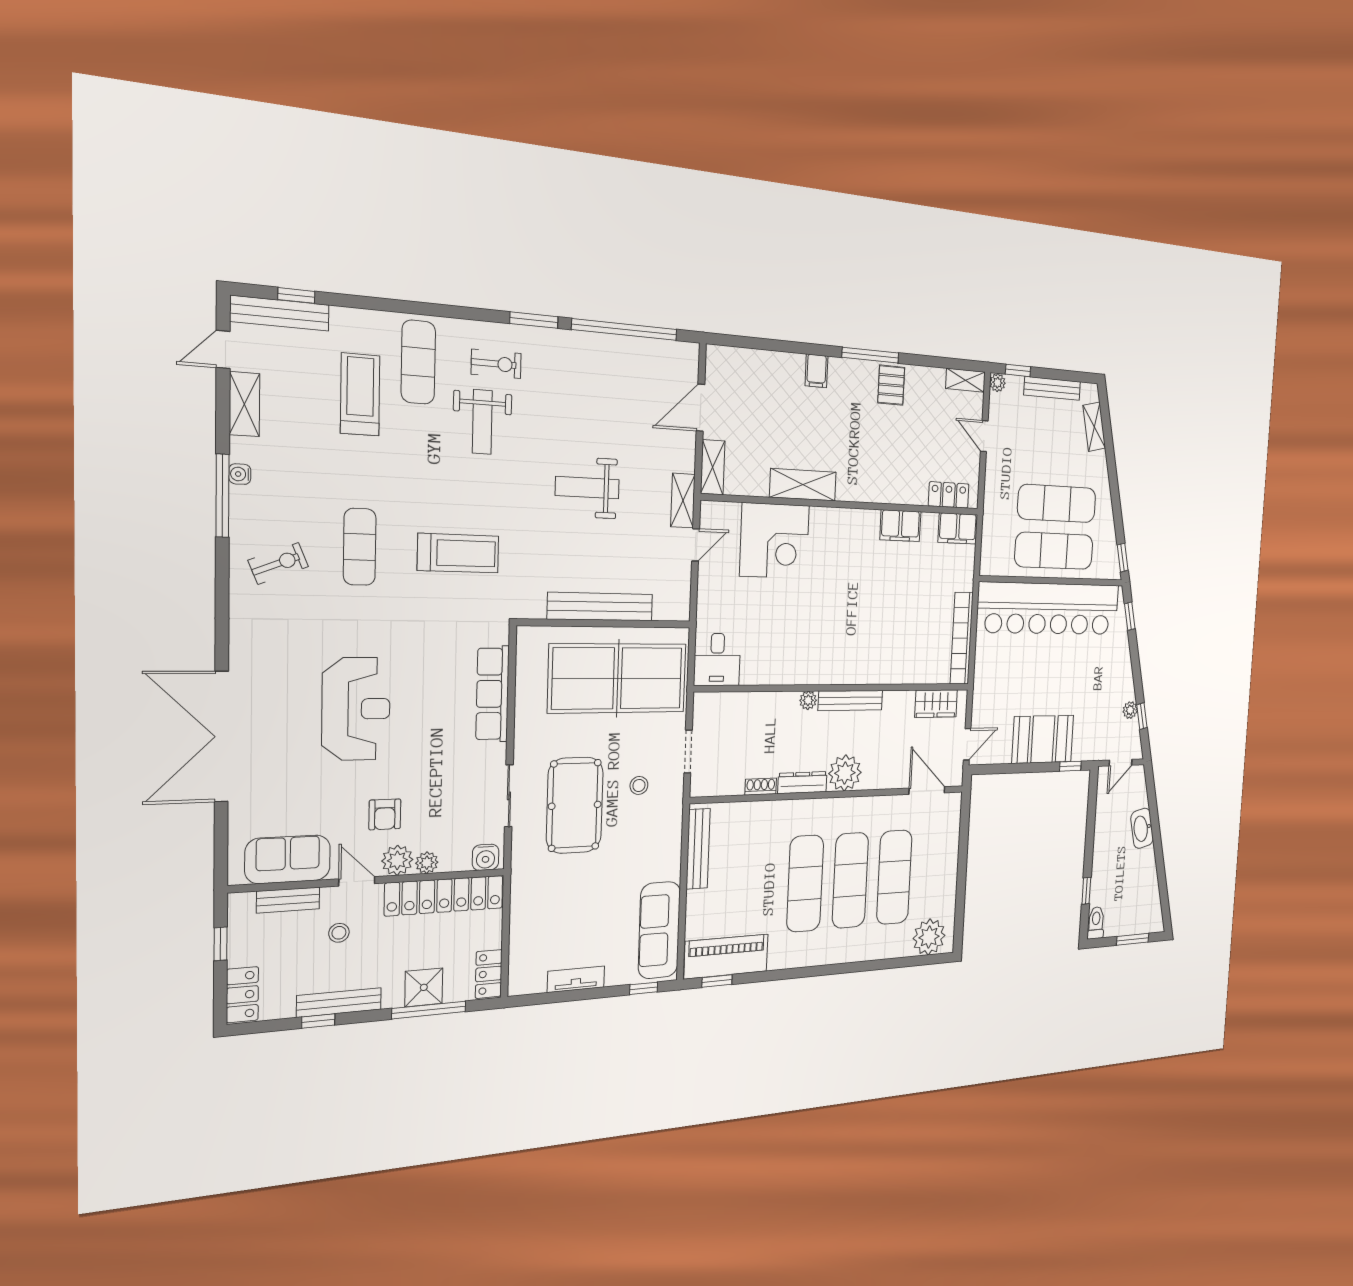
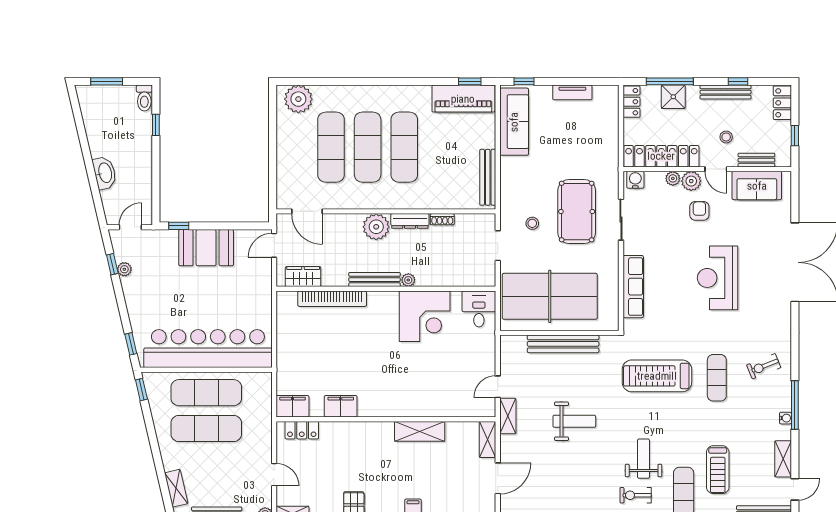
corner desk: (774, 541) -> (425, 316), moved, turned 180
treadmill: (458, 553) -> (657, 376), width x1.37, depth x1.38
bookcase: (962, 638) -> (332, 299), moved, turned 90

